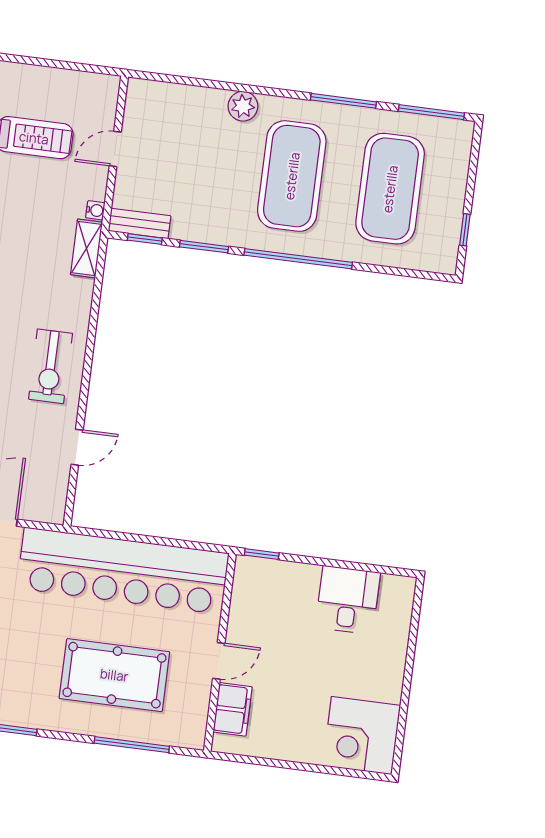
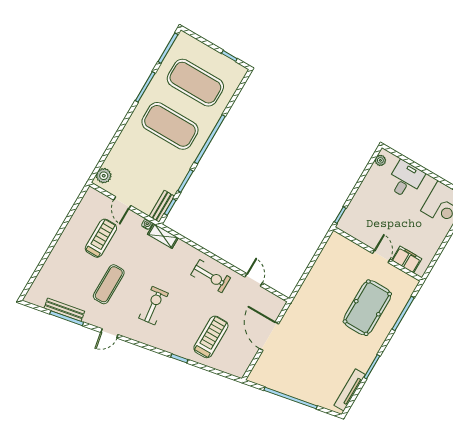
plant: (243, 106) -> (104, 176), moved
bar counter: (123, 571) -> (320, 283), removed
plant: (392, 585) -> (380, 160), added
desk: (348, 600) -> (405, 180), moved, turned 90

